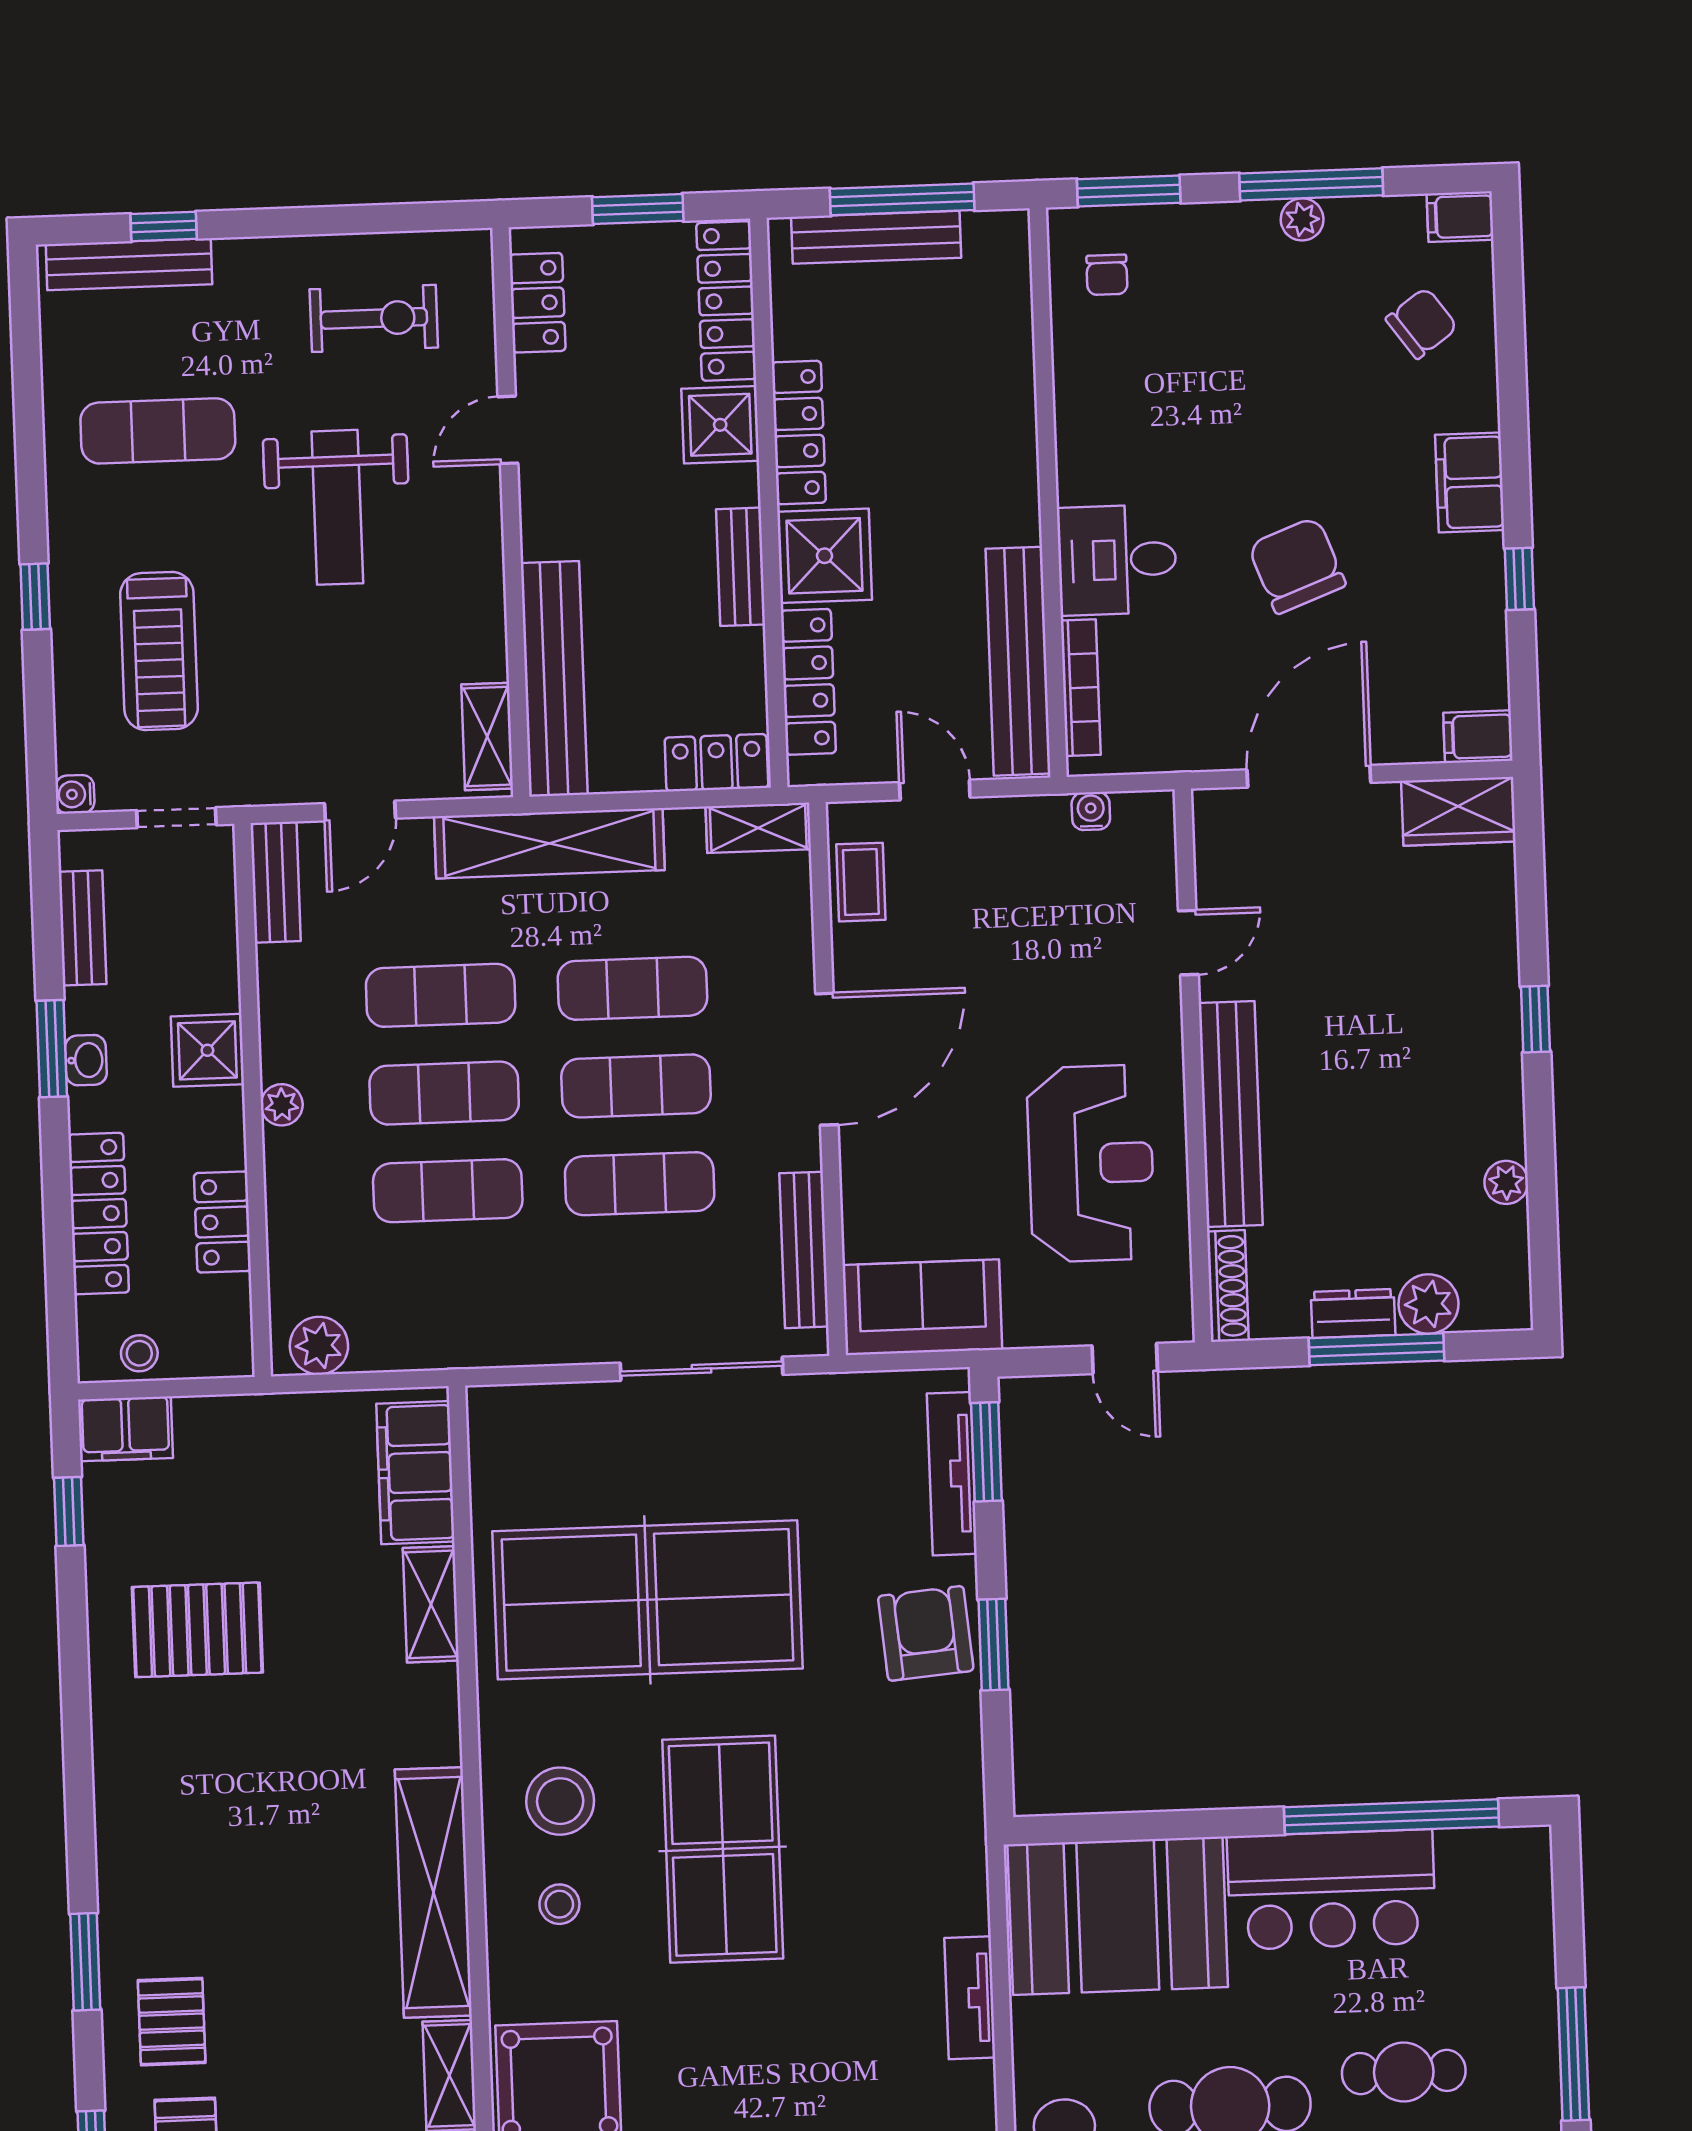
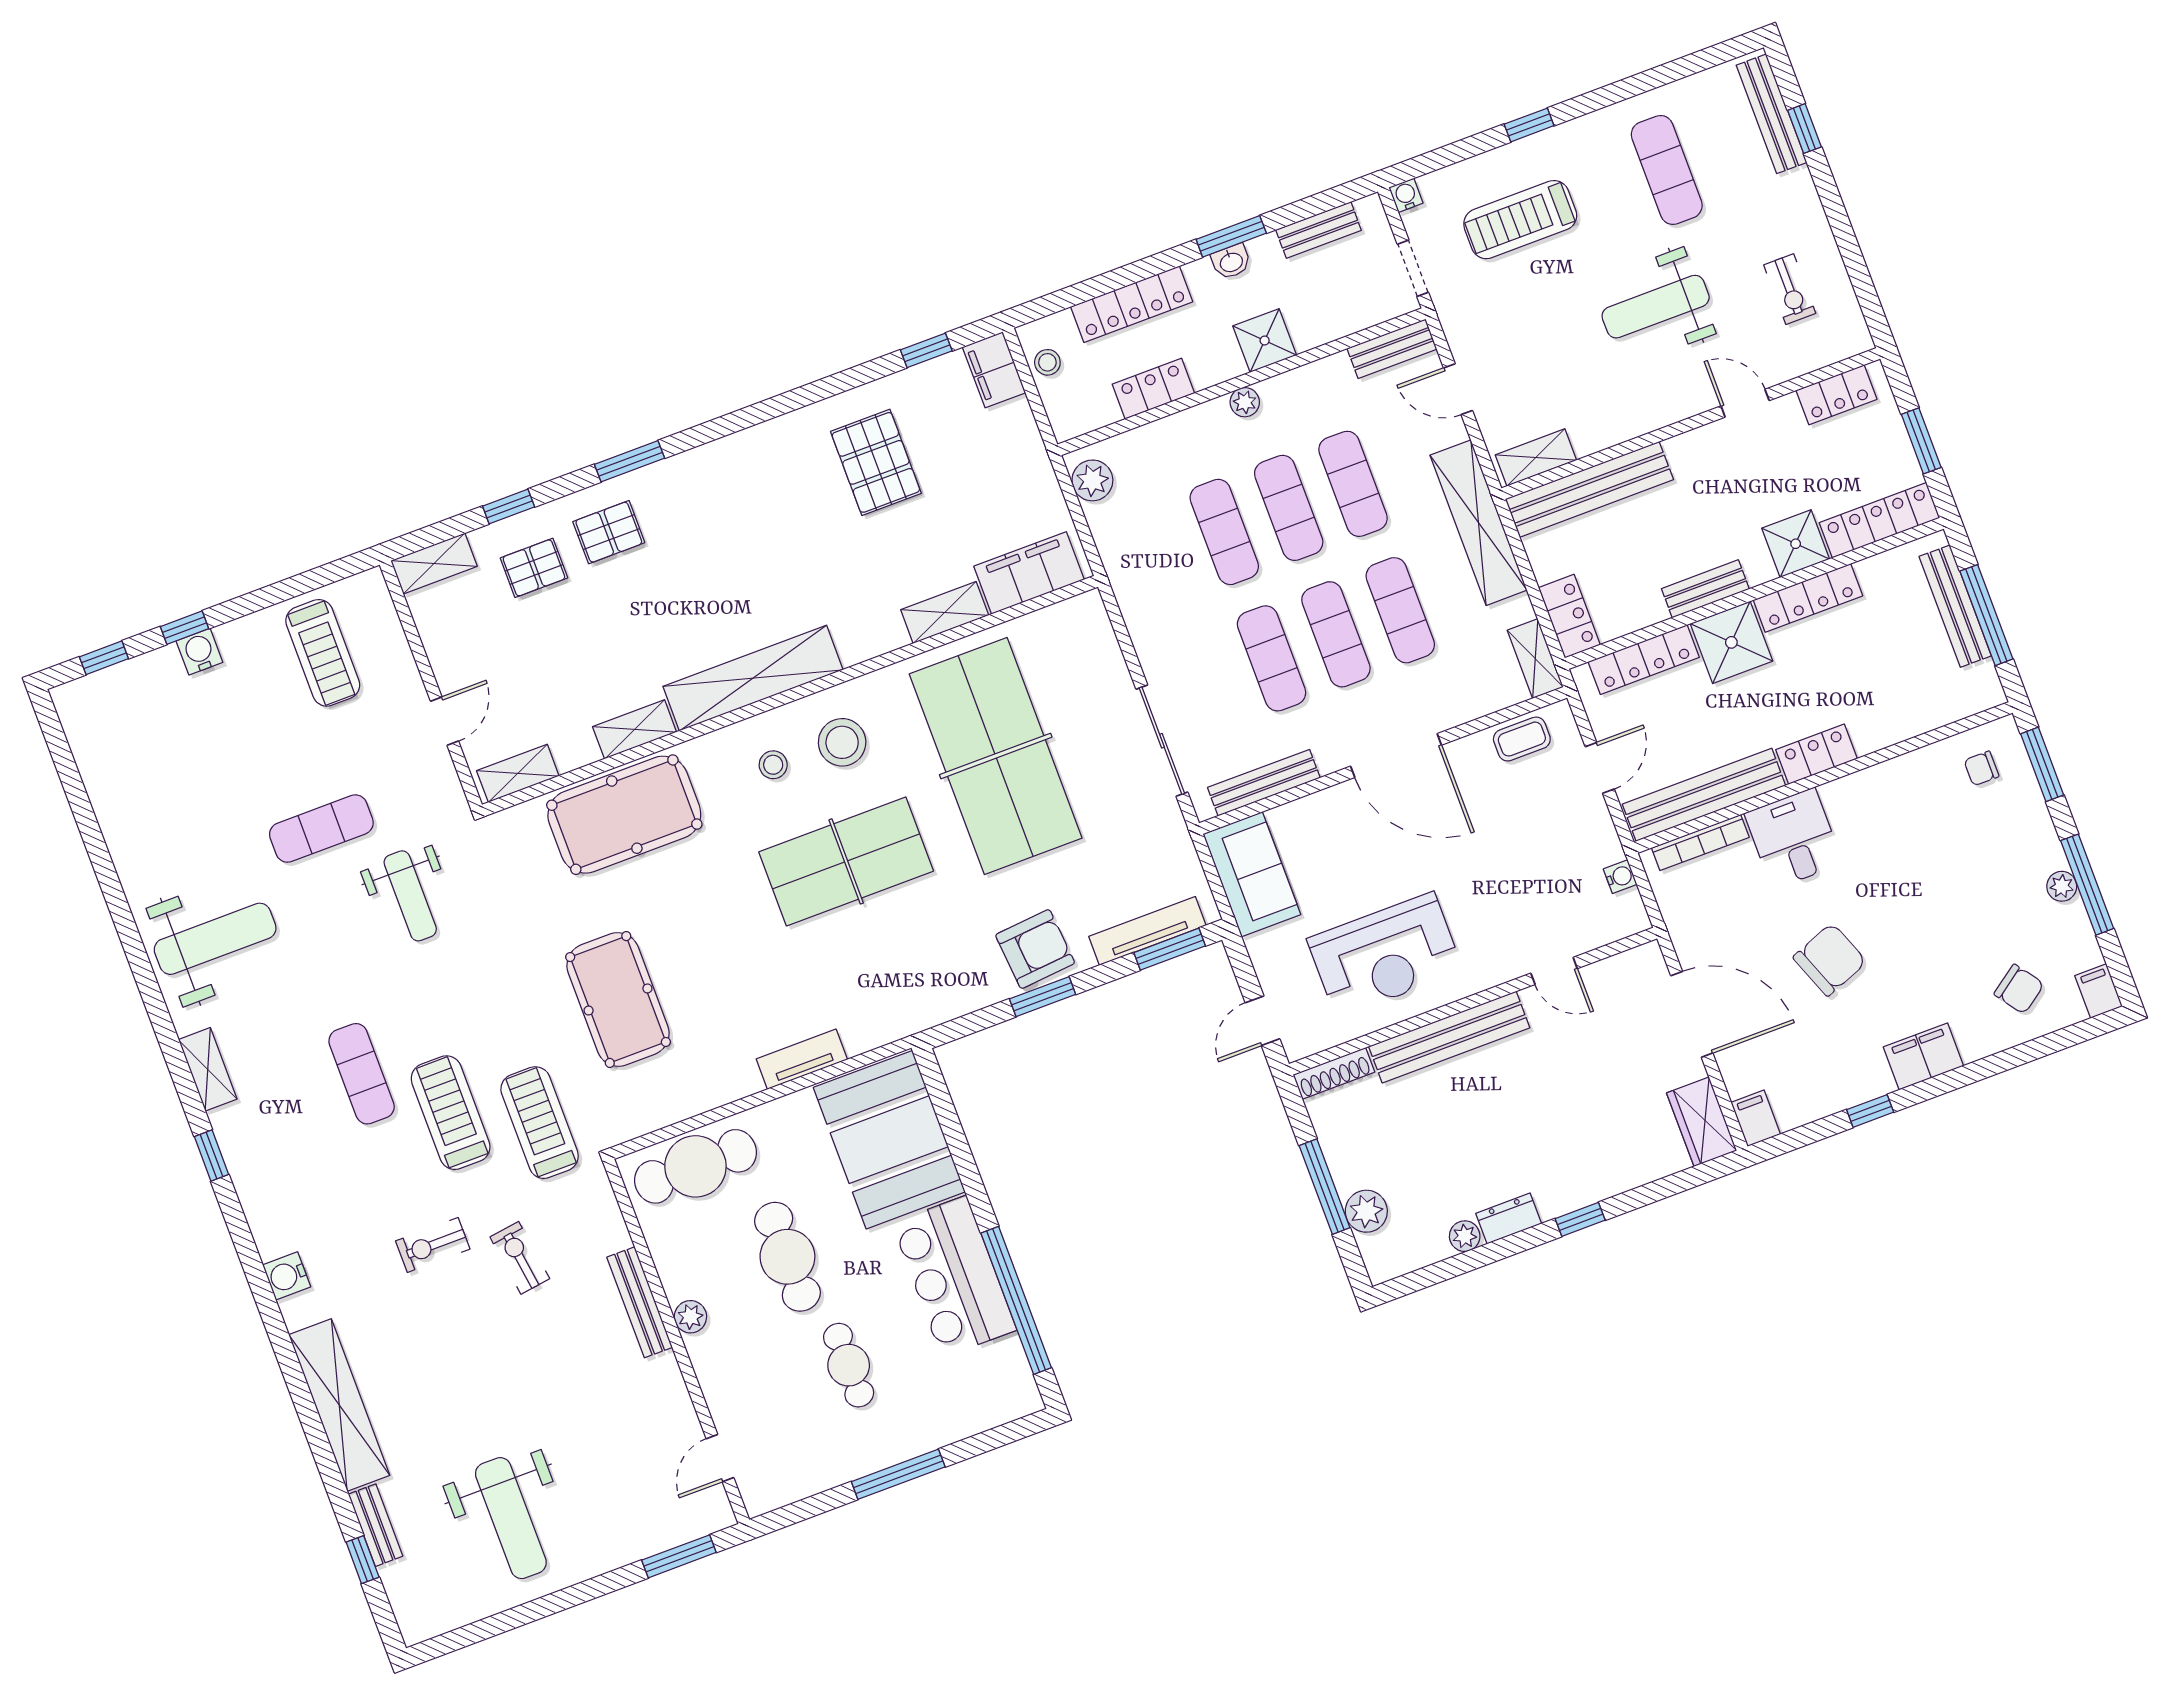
exercise bike: (374, 318) -> (1790, 289), width x0.73, depth x0.72
locker: (1014, 491) -> (1816, 754), added
dresser: (1353, 1313) -> (1509, 1219), moved, turned -90

